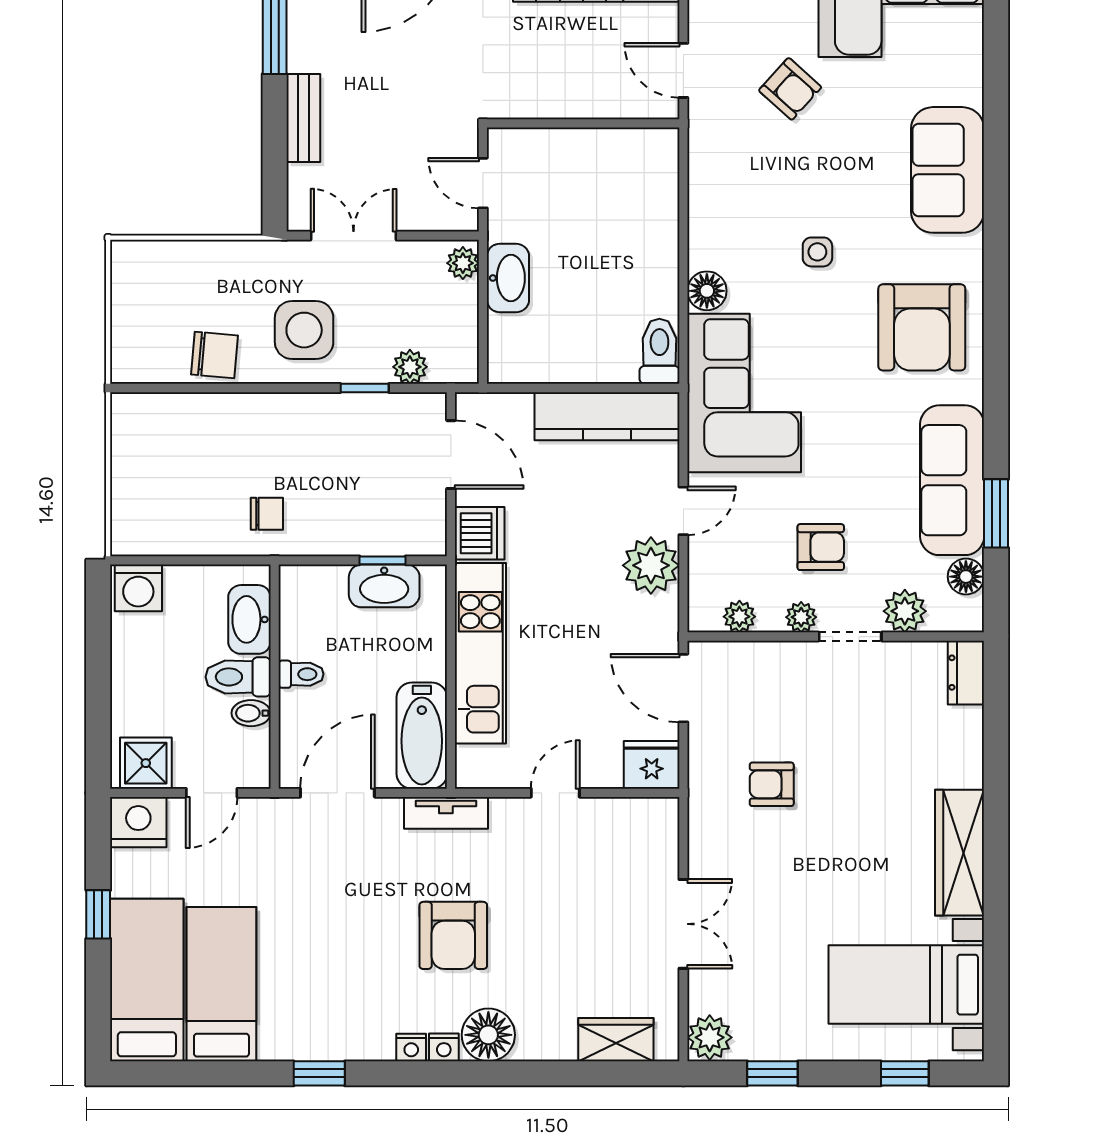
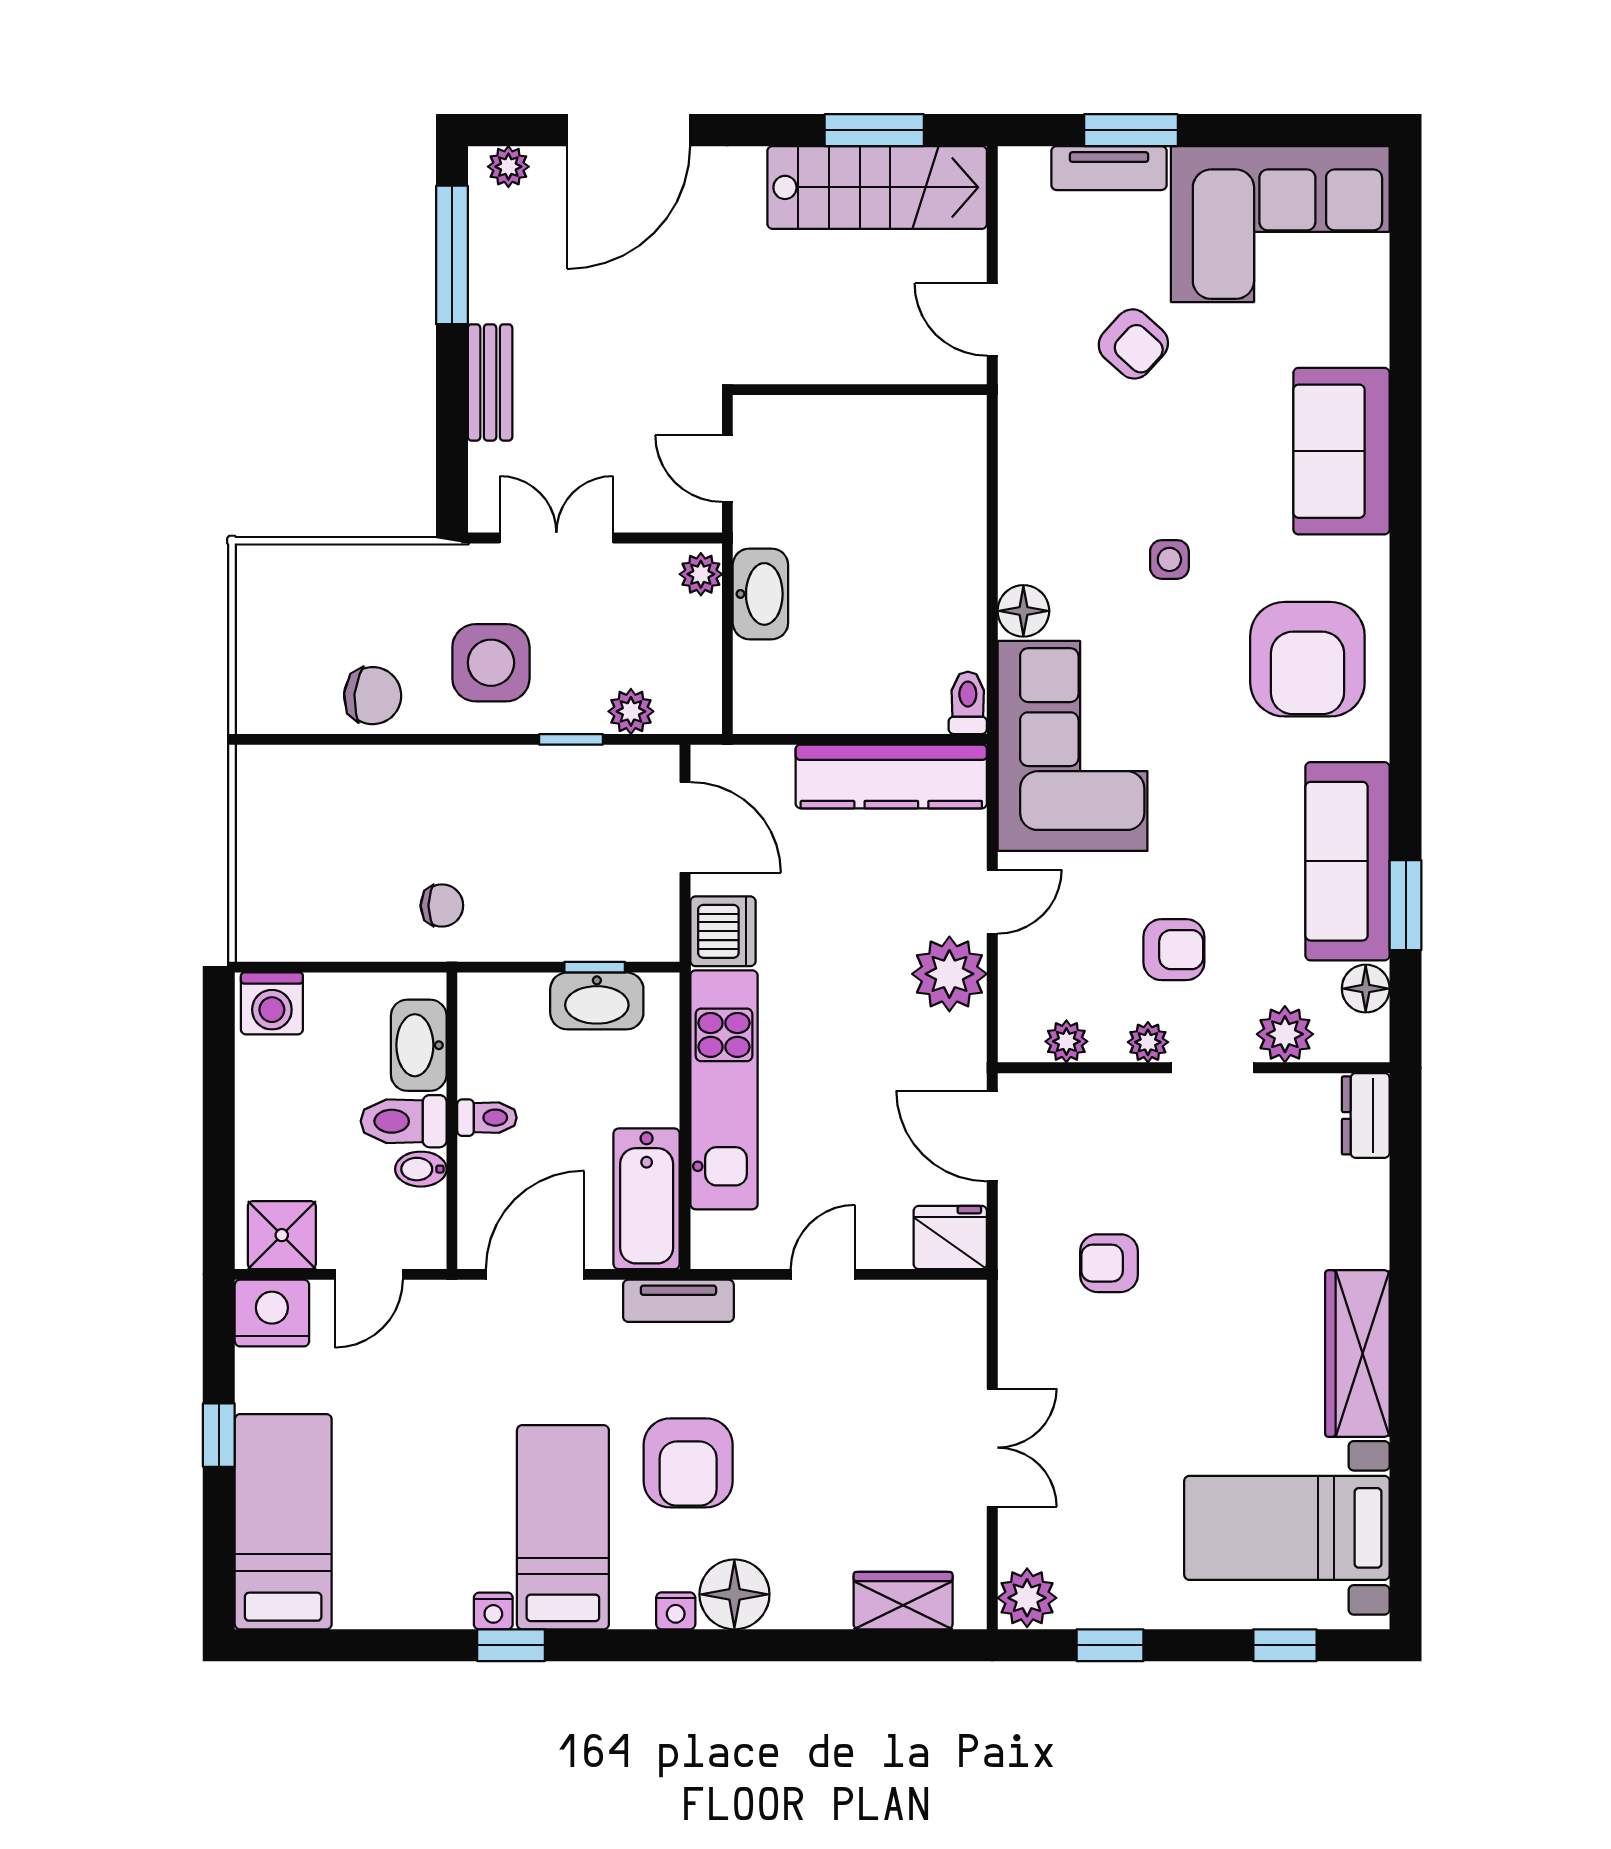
toilet: (659, 351) -> (968, 703), width x0.73, depth x0.72
bed: (221, 984) -> (563, 1527), moved
nightstand: (411, 1047) -> (493, 1611), moved

